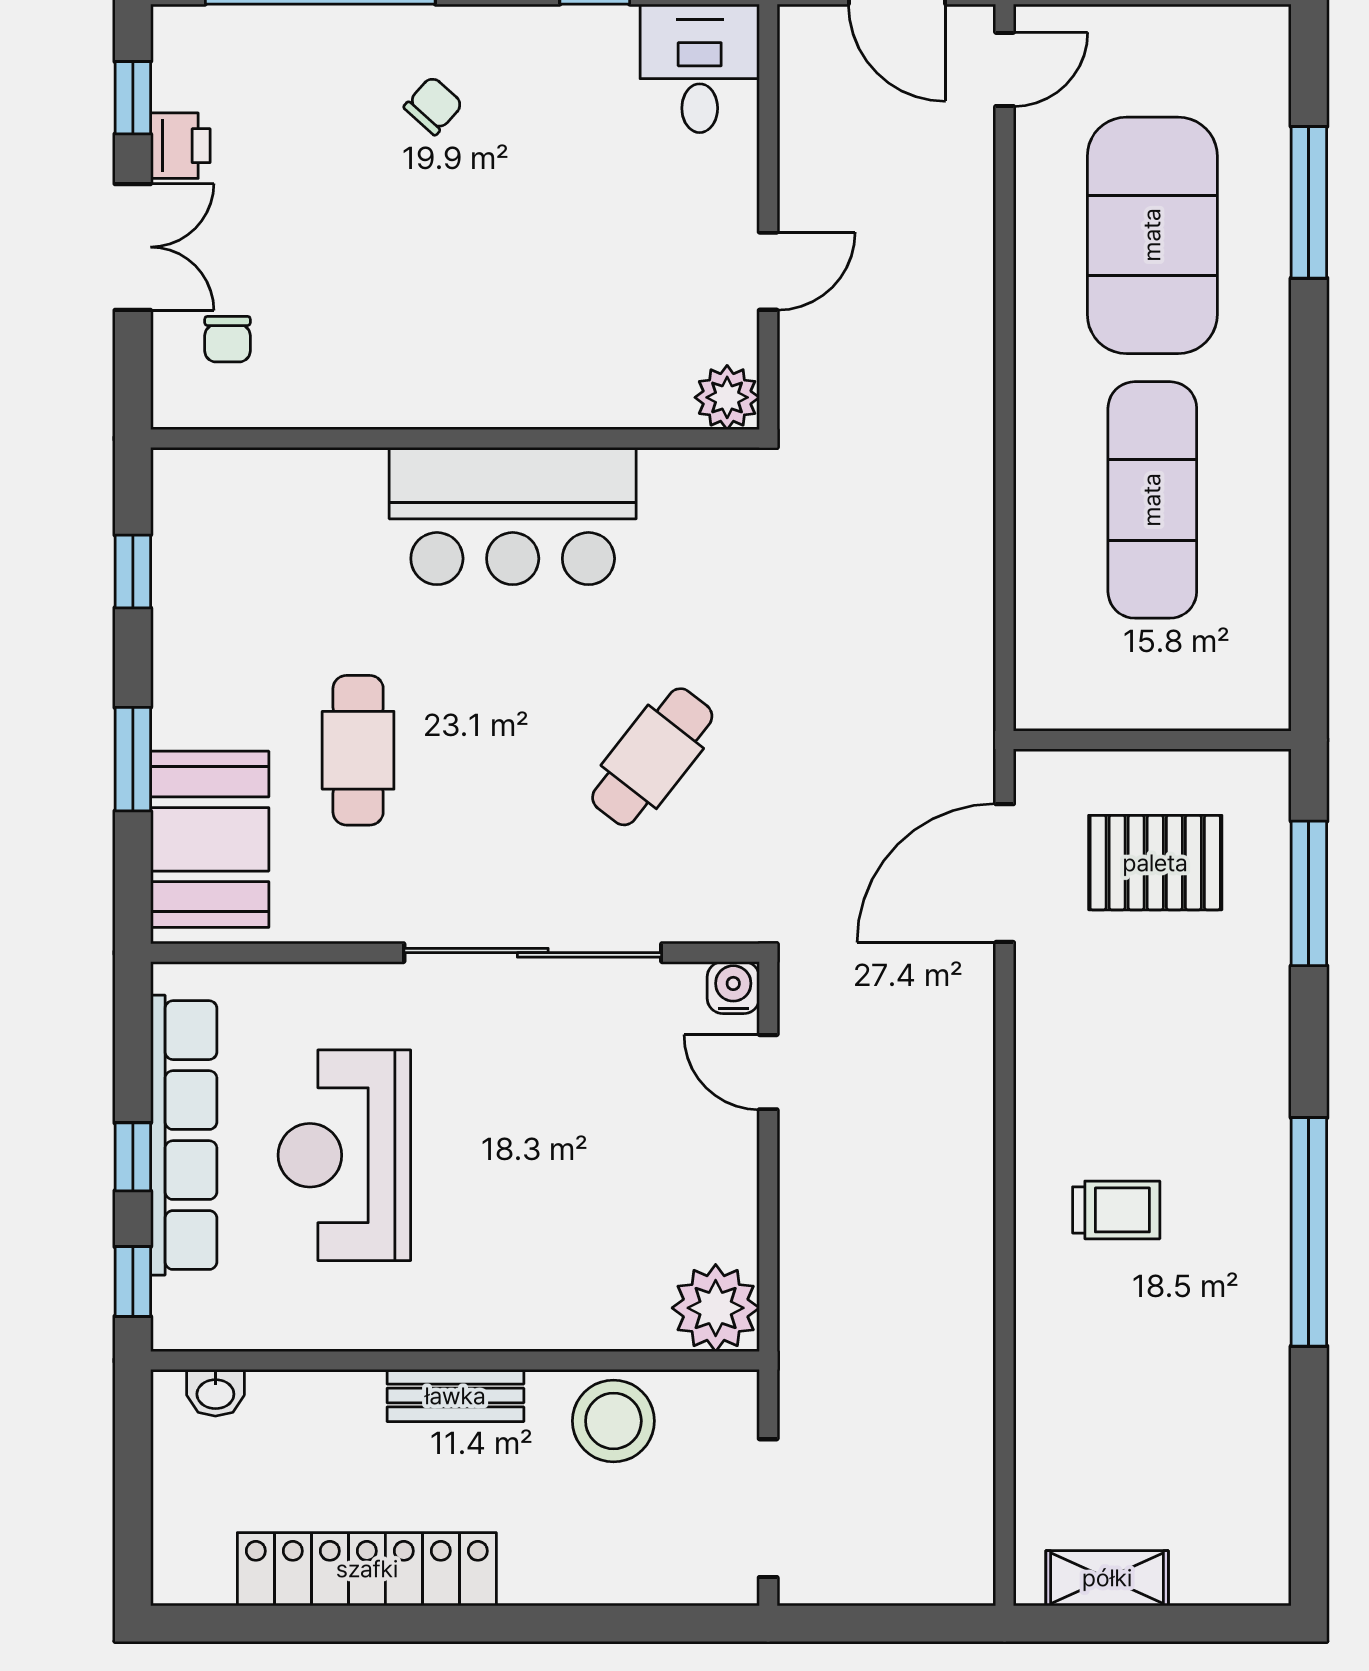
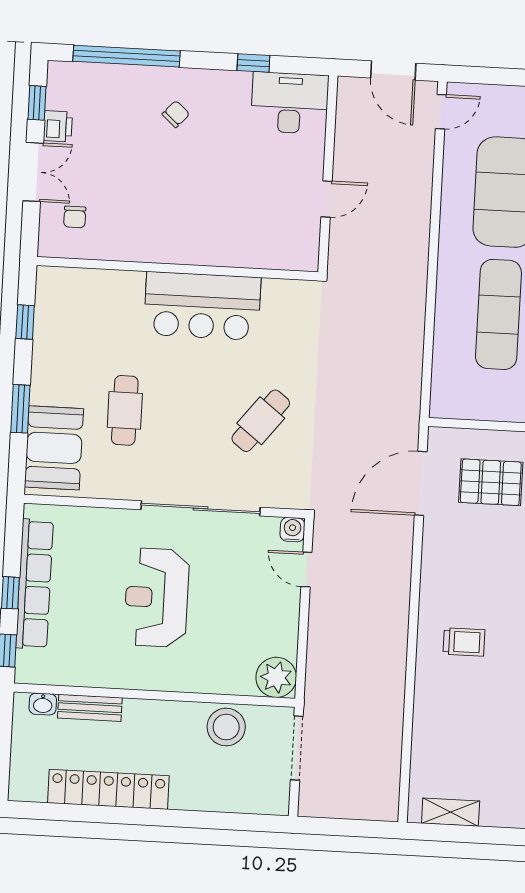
desk: (700, 68) -> (290, 103), width x1.37
plant: (727, 397) -> (304, 256), removed
reception desk: (344, 1155) -> (157, 598), moved
bench: (455, 1396) -> (90, 708), moved
doorway: (768, 1508) -> (297, 748), moved

